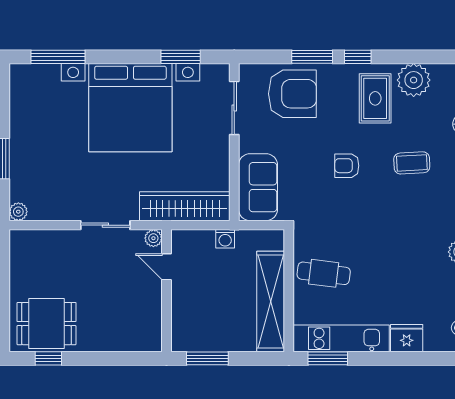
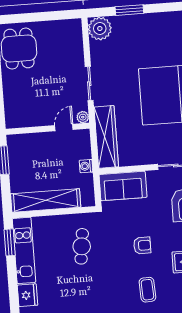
armchair: (347, 166) -> (142, 245), turned 90
plant: (18, 212) -> (100, 29), width x1.88, depth x1.88
cafe table: (324, 273) -> (82, 246), moved

